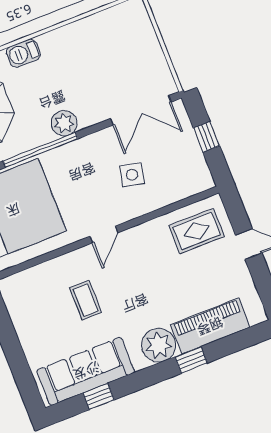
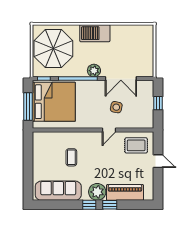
barbecue: (23, 53) -> (95, 33), width x1.88, depth x1.53
double door: (141, 110) -> (121, 79), moved
door: (104, 235) -> (109, 130), moved
window: (99, 396) -> (89, 205), moved

